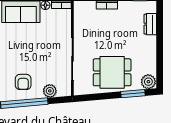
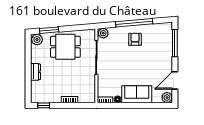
dresser: (150, 24) -> (35, 72), moved
plant: (50, 91) -> (103, 33), moved

